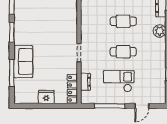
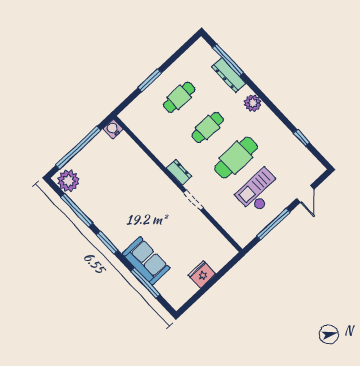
cafe table: (123, 52) -> (236, 158), width x1.37, depth x1.35
dresser: (85, 82) -> (179, 172), moved
locker: (72, 89) -> (220, 242), removed

